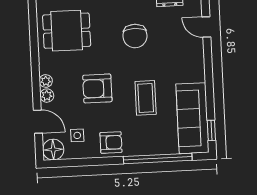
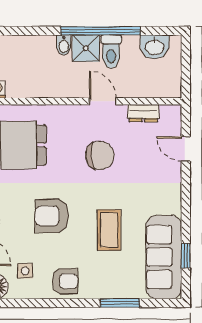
chair: (135, 36) -> (100, 155), turned -95
window: (211, 130) -> (186, 256), moved
window: (158, 158) -> (120, 303), width x0.47

